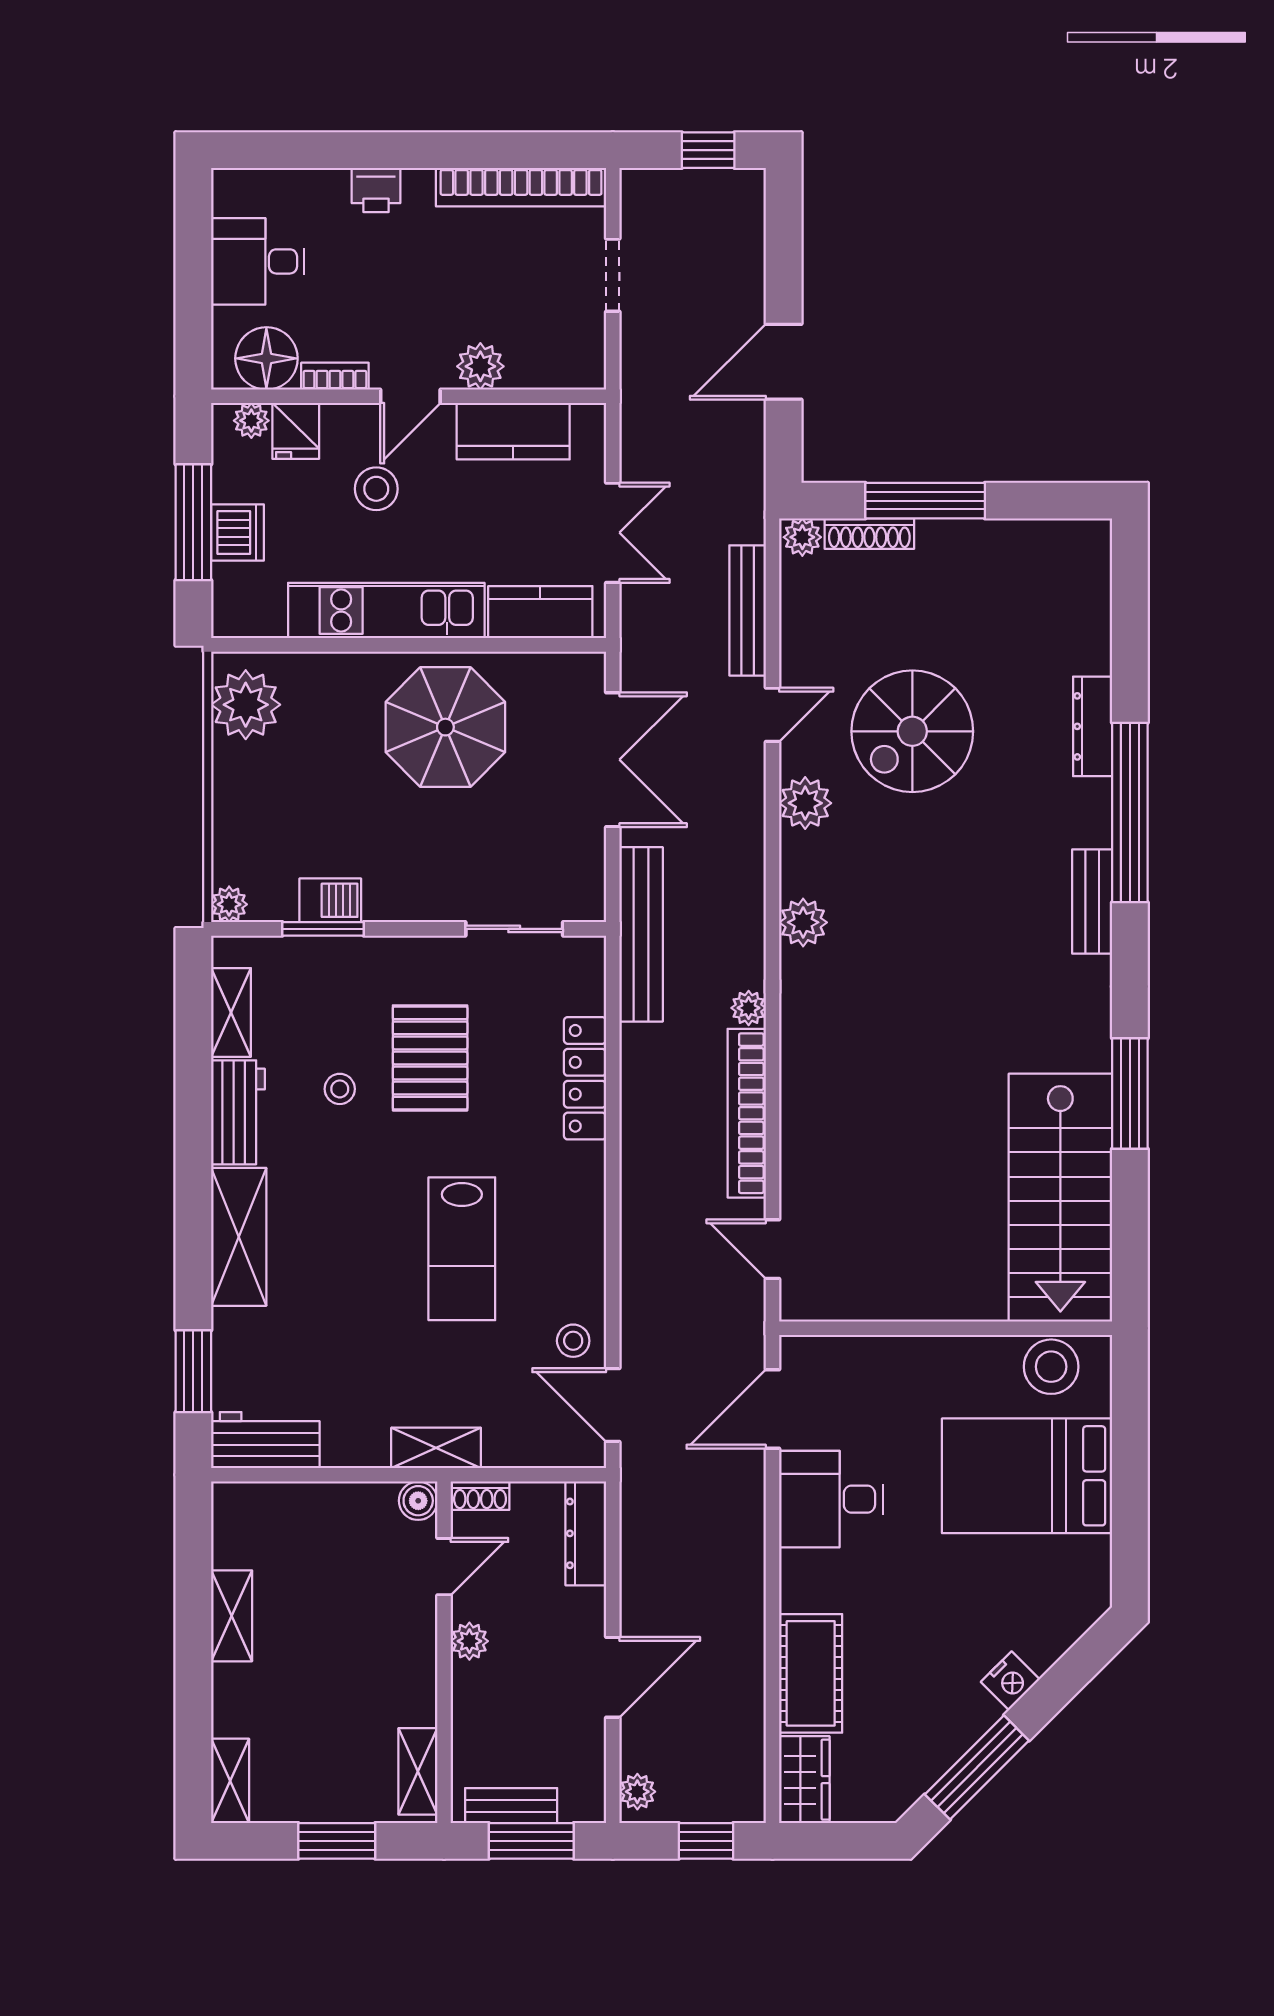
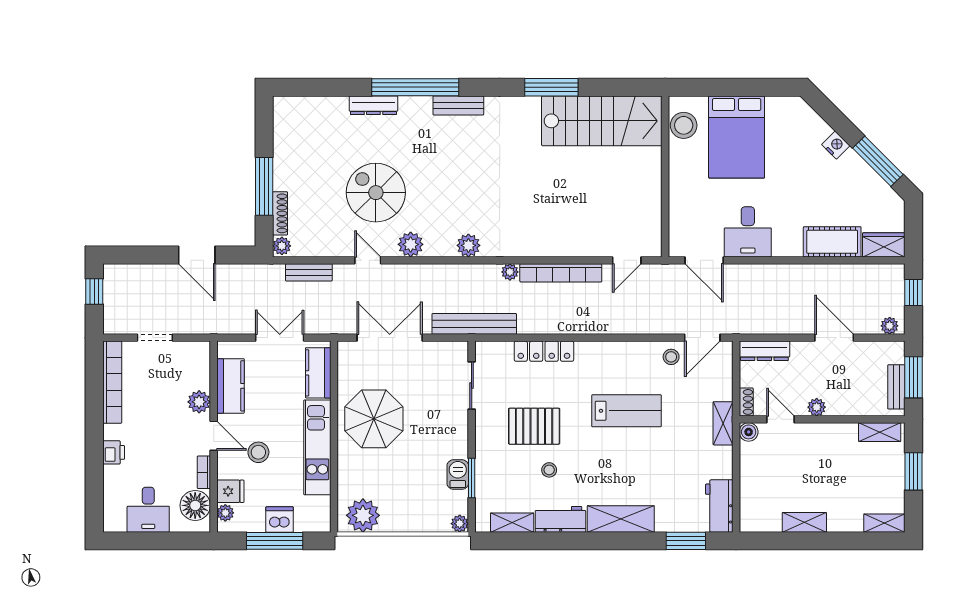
bench: (748, 610) -> (309, 272), width x0.73
spiral stairs: (912, 731) -> (376, 193), turned 180

